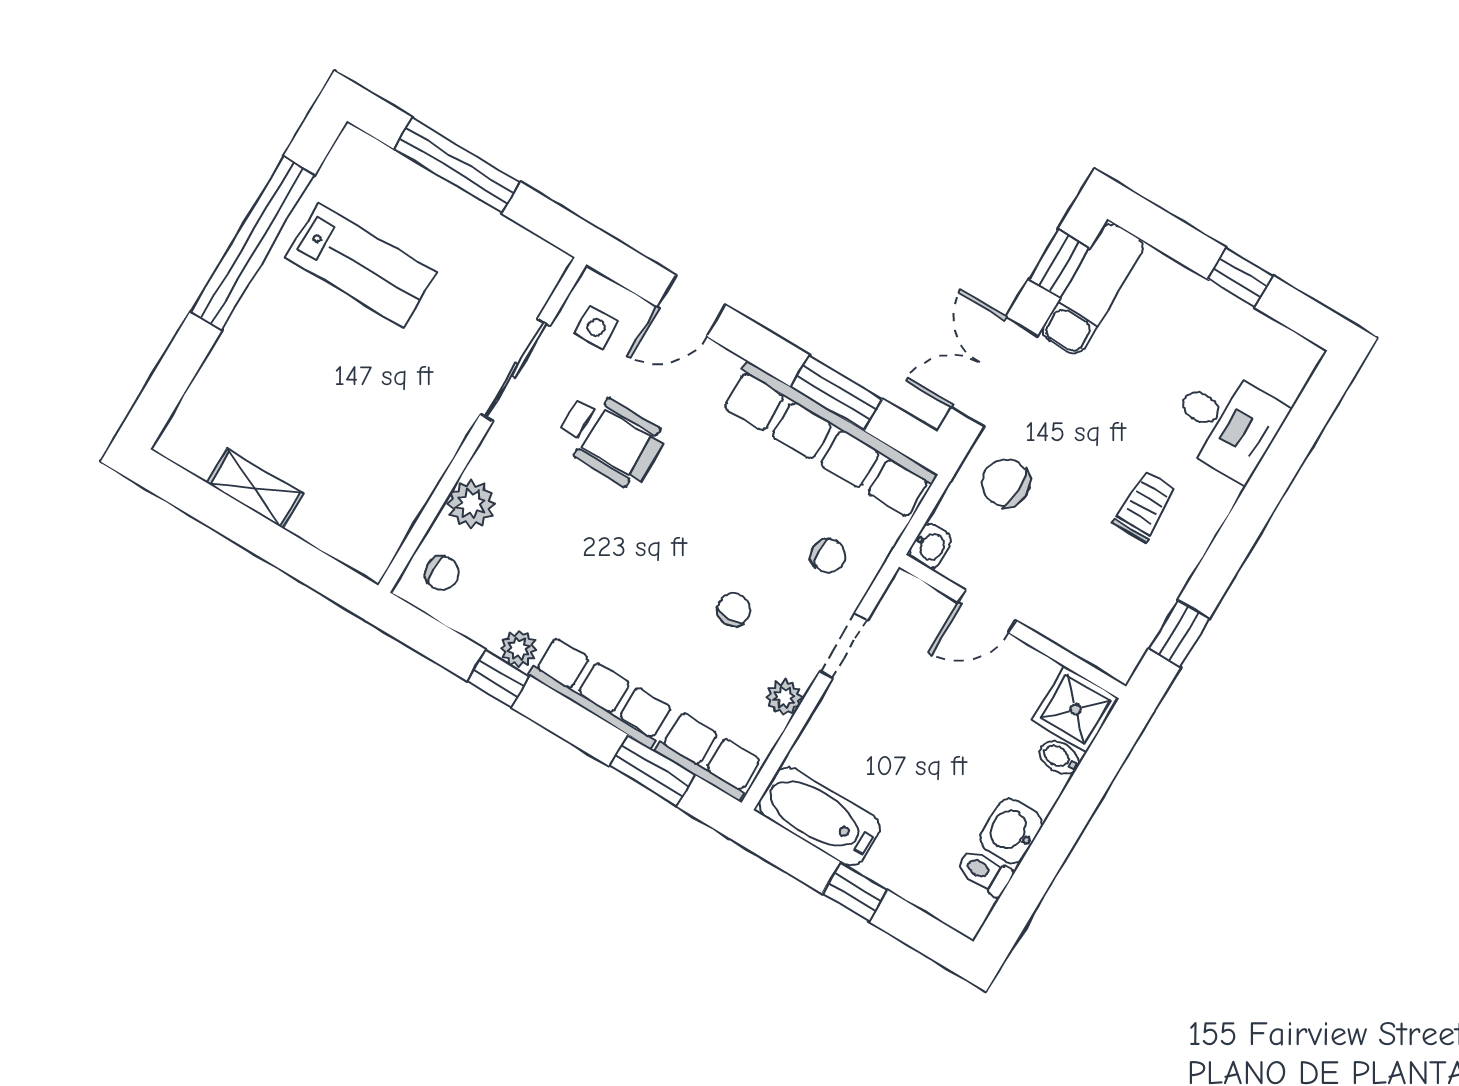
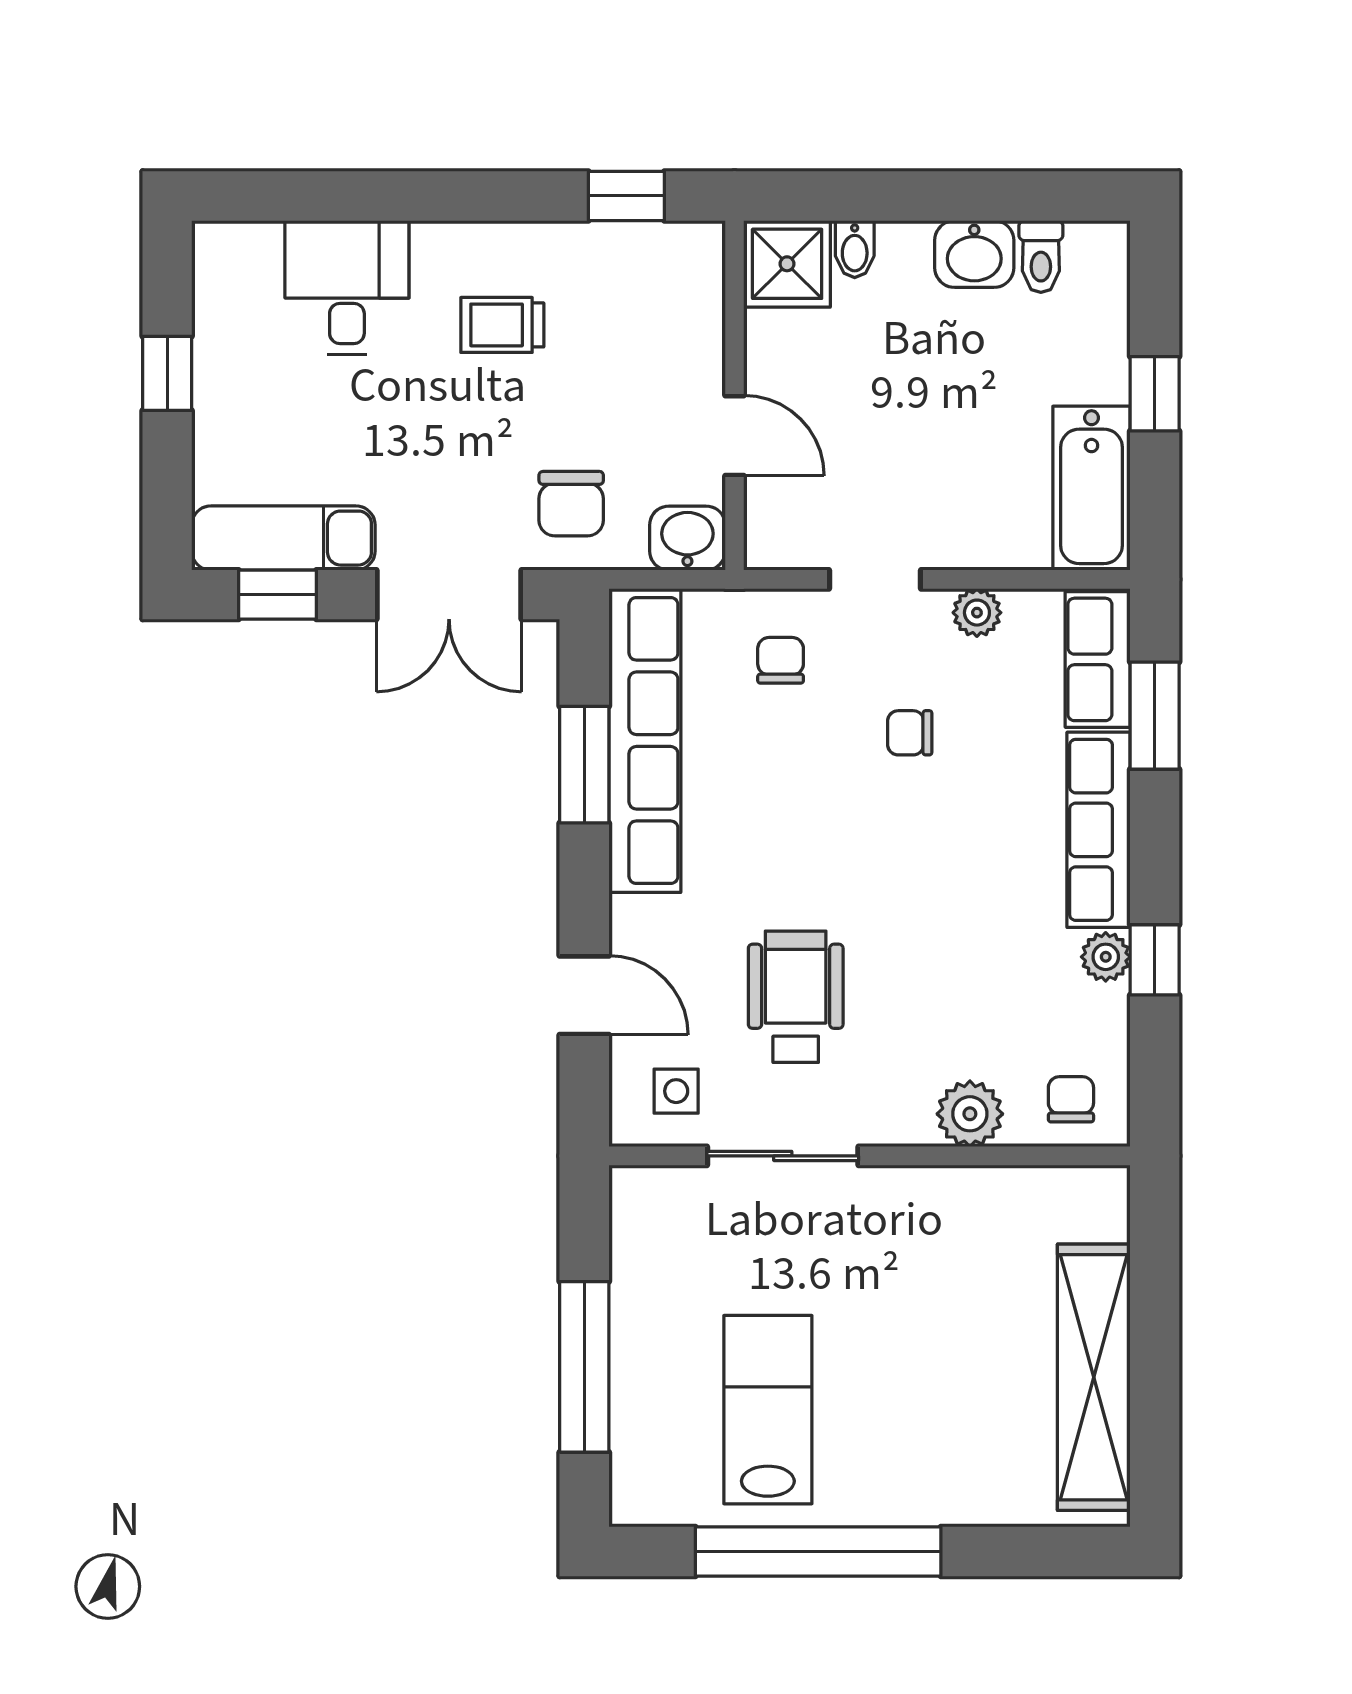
shelving: (255, 488) -> (1094, 1377), width x2.20, depth x1.33
washbasin: (930, 546) -> (687, 538), width x1.38, depth x1.45

